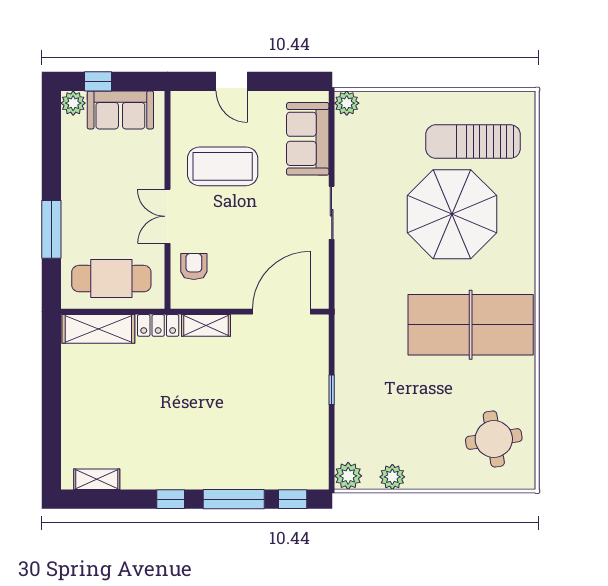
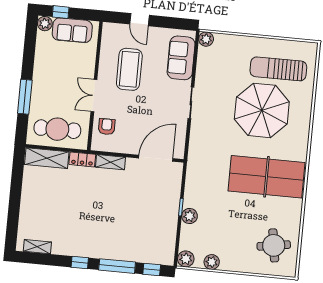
coffee table: (223, 166) -> (129, 69), turned 90
plant: (348, 403) -> (190, 216), added

